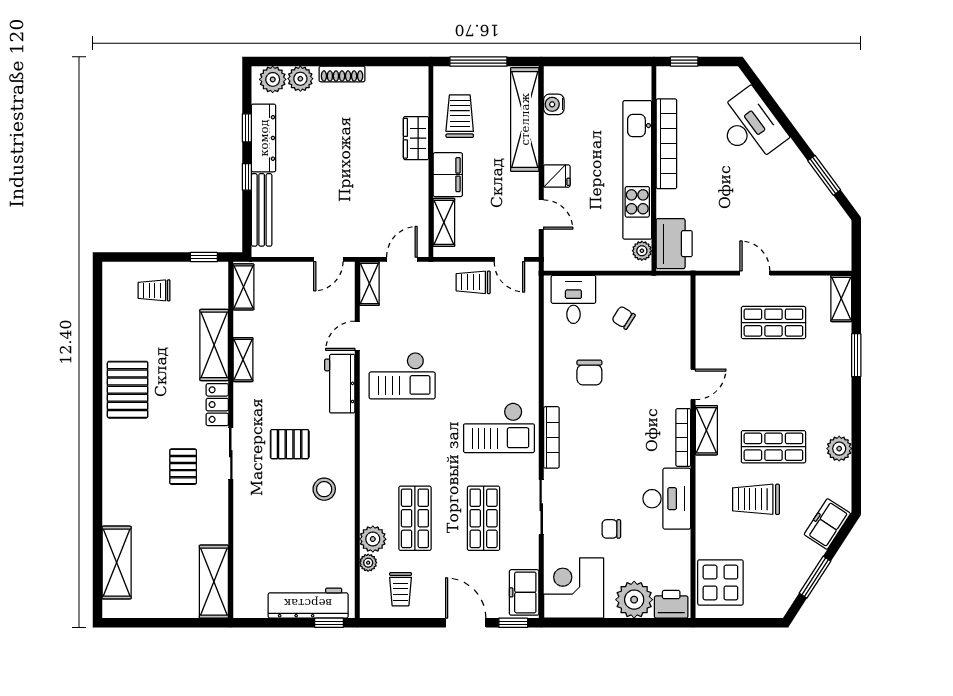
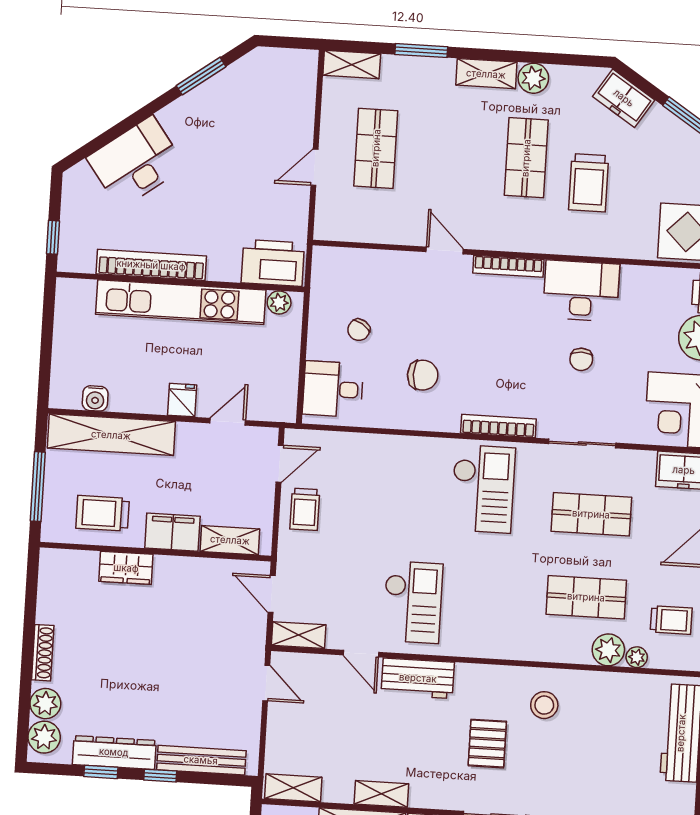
shelving: (706, 430) -> (486, 74), moved
chair: (611, 529) -> (581, 359), moved

